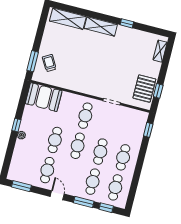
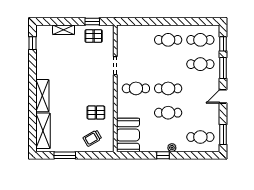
window: (127, 23) -> (33, 43), moved
shelving: (160, 51) -> (64, 30), moved
window: (33, 61) -> (65, 155), moved
pallet: (72, 73) -> (96, 113), added
pallet: (144, 89) -> (94, 36), width x0.67, depth x0.71
window: (148, 130) -> (134, 22), removed
cafe table: (100, 152) -> (168, 64), removed
cafe table: (47, 170) -> (200, 137), moved

